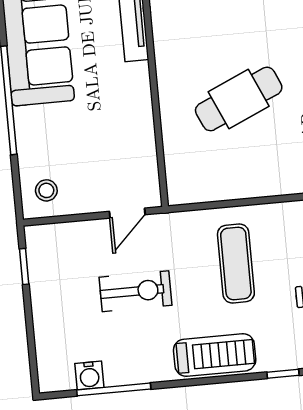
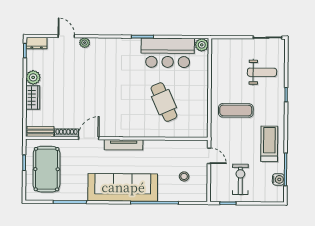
stool: (46, 190) -> (184, 176), moved
exercise bike: (135, 291) -> (240, 179), moved
treadmill: (215, 355) -> (269, 144), moved

